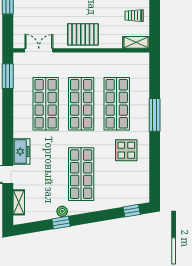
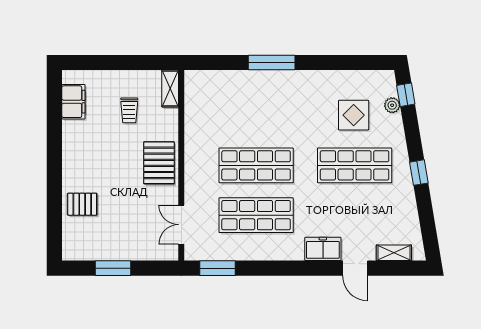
trolley: (134, 16) -> (129, 110), moved
shop shelf: (117, 104) -> (256, 116), removed
display table: (126, 150) -> (354, 115), moved
plant: (62, 211) -> (392, 105), moved
window: (61, 223) -> (419, 173), moved

